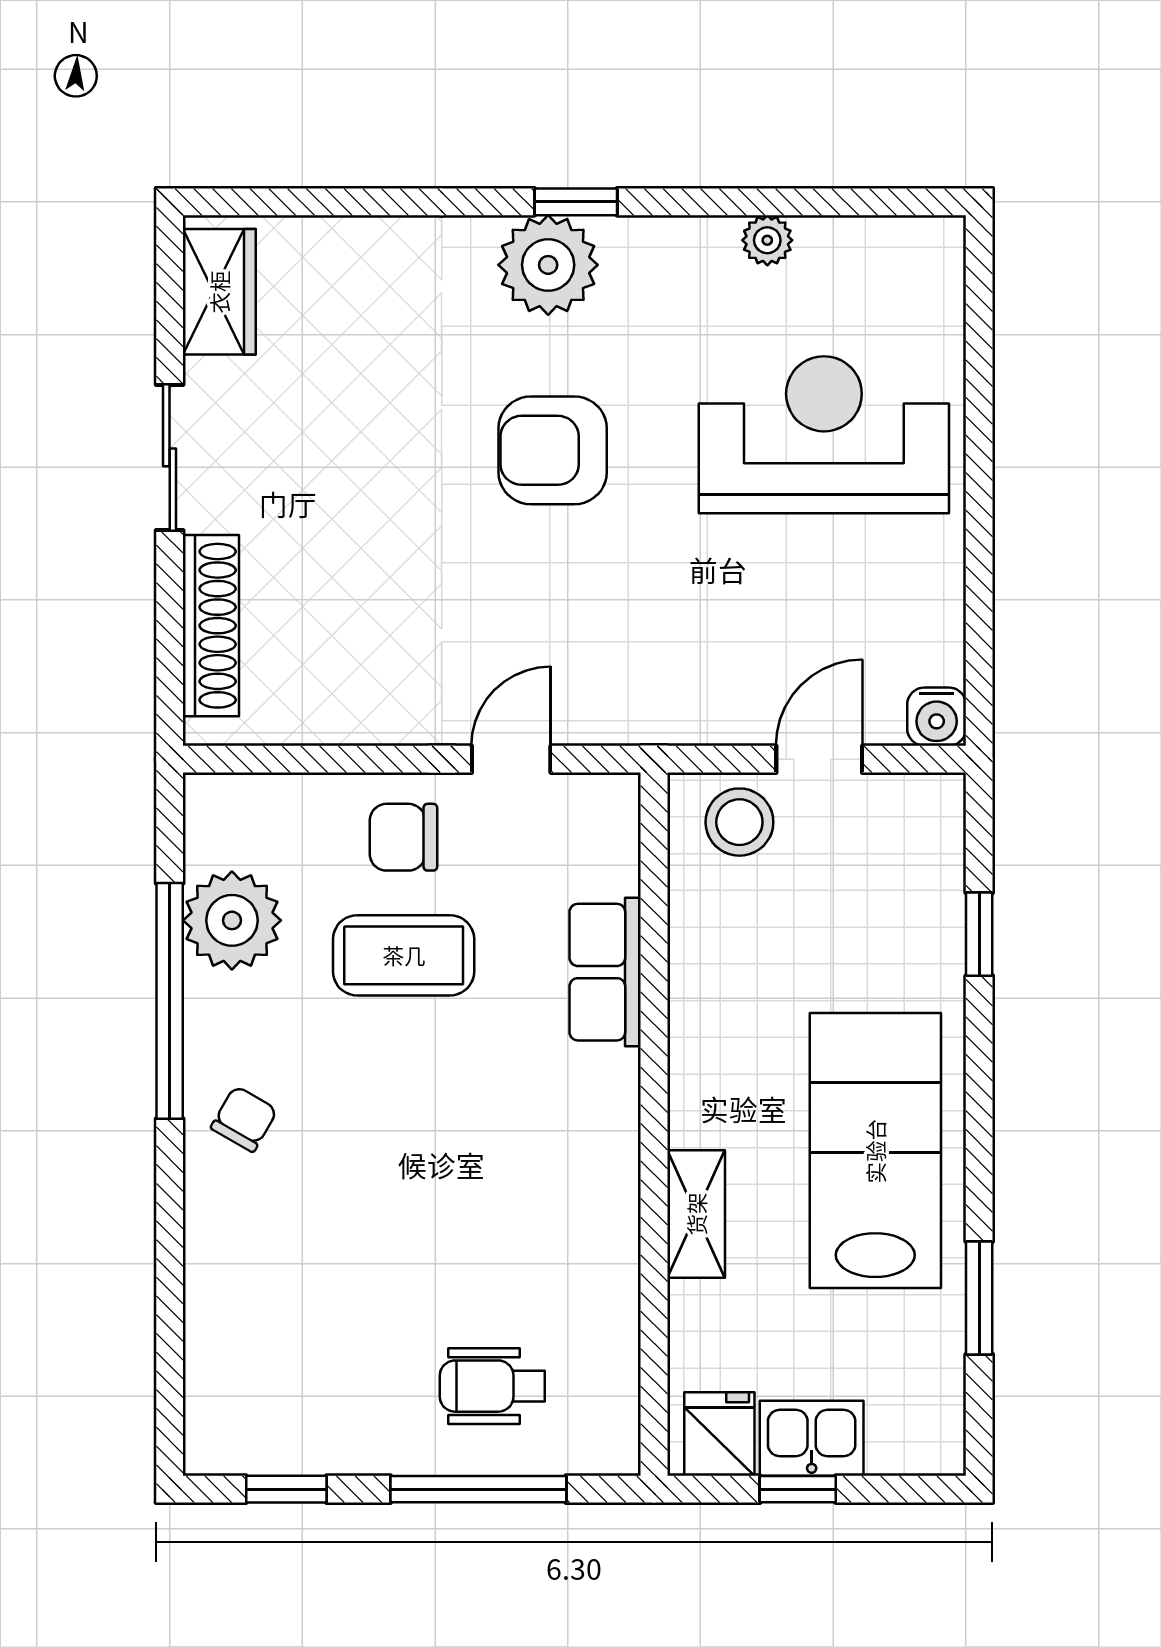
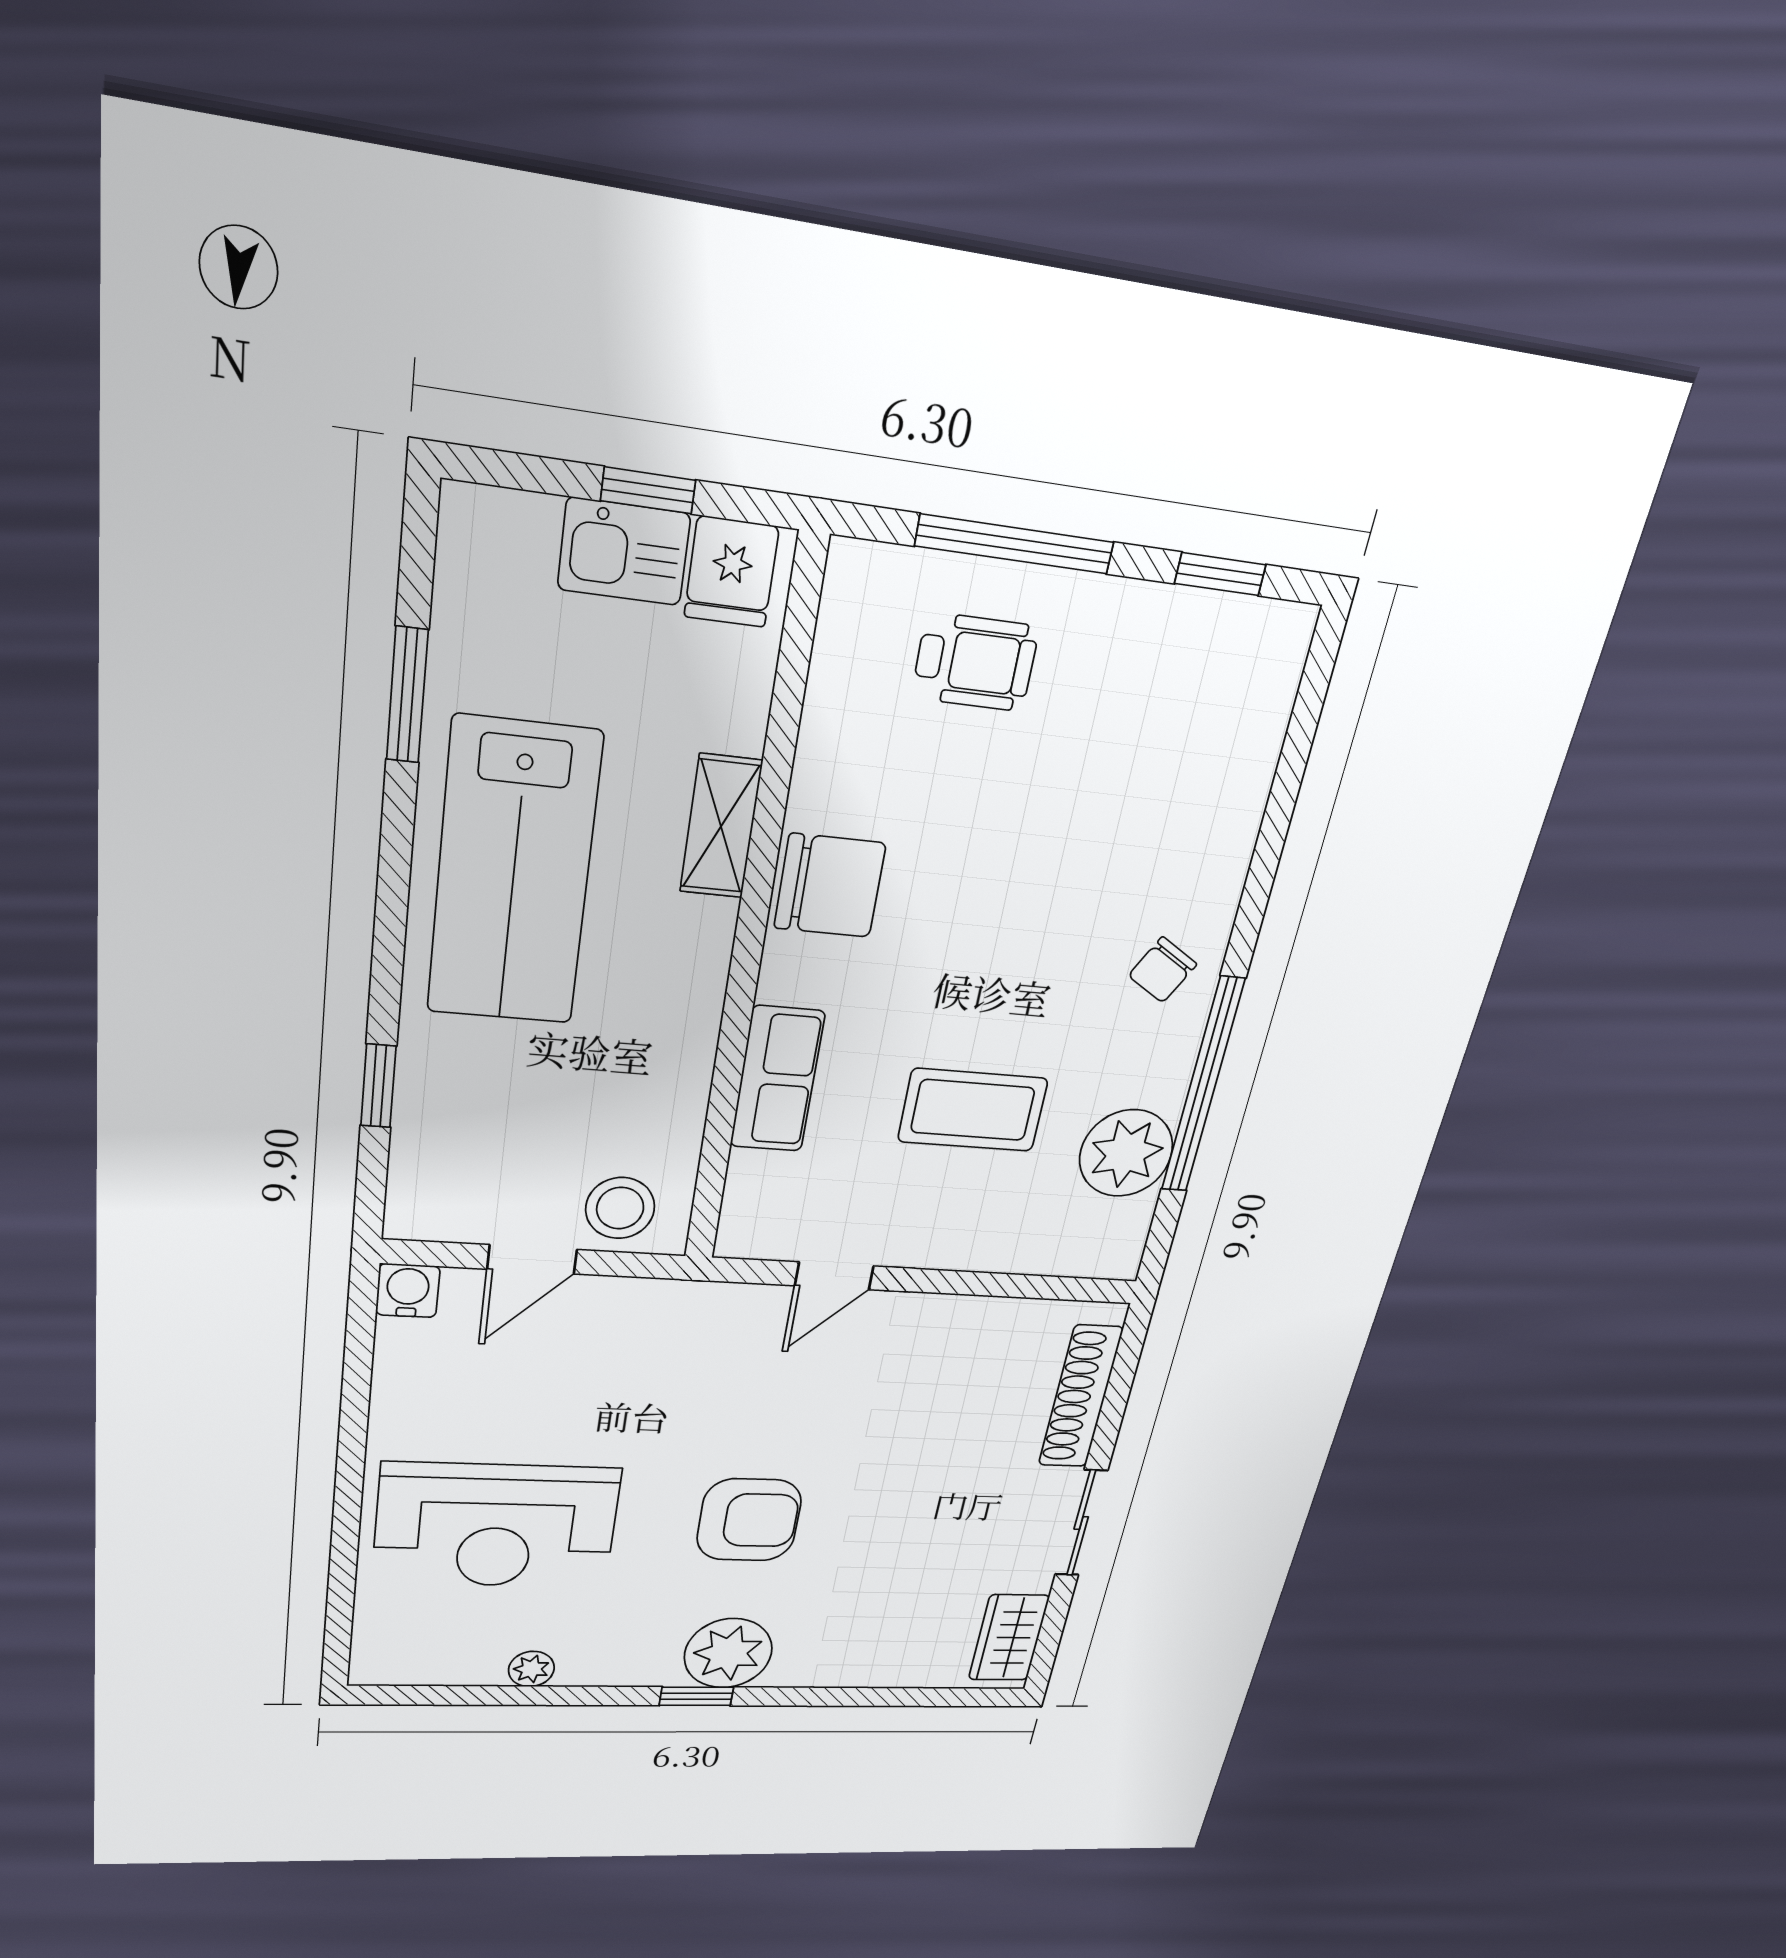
chair: (404, 837) -> (830, 886), moved, width x1.37, depth x1.37

